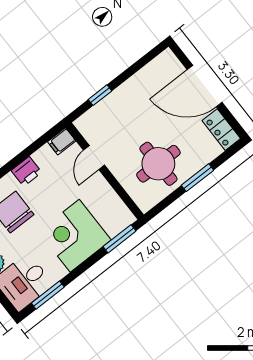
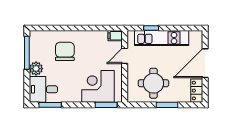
door: (205, 86) -> (205, 63), hinge flipped
kitchen unit: (123, 98) -> (162, 38), added
printer: (26, 171) -> (87, 37), removed
corner desk: (75, 236) -> (98, 86), moved

